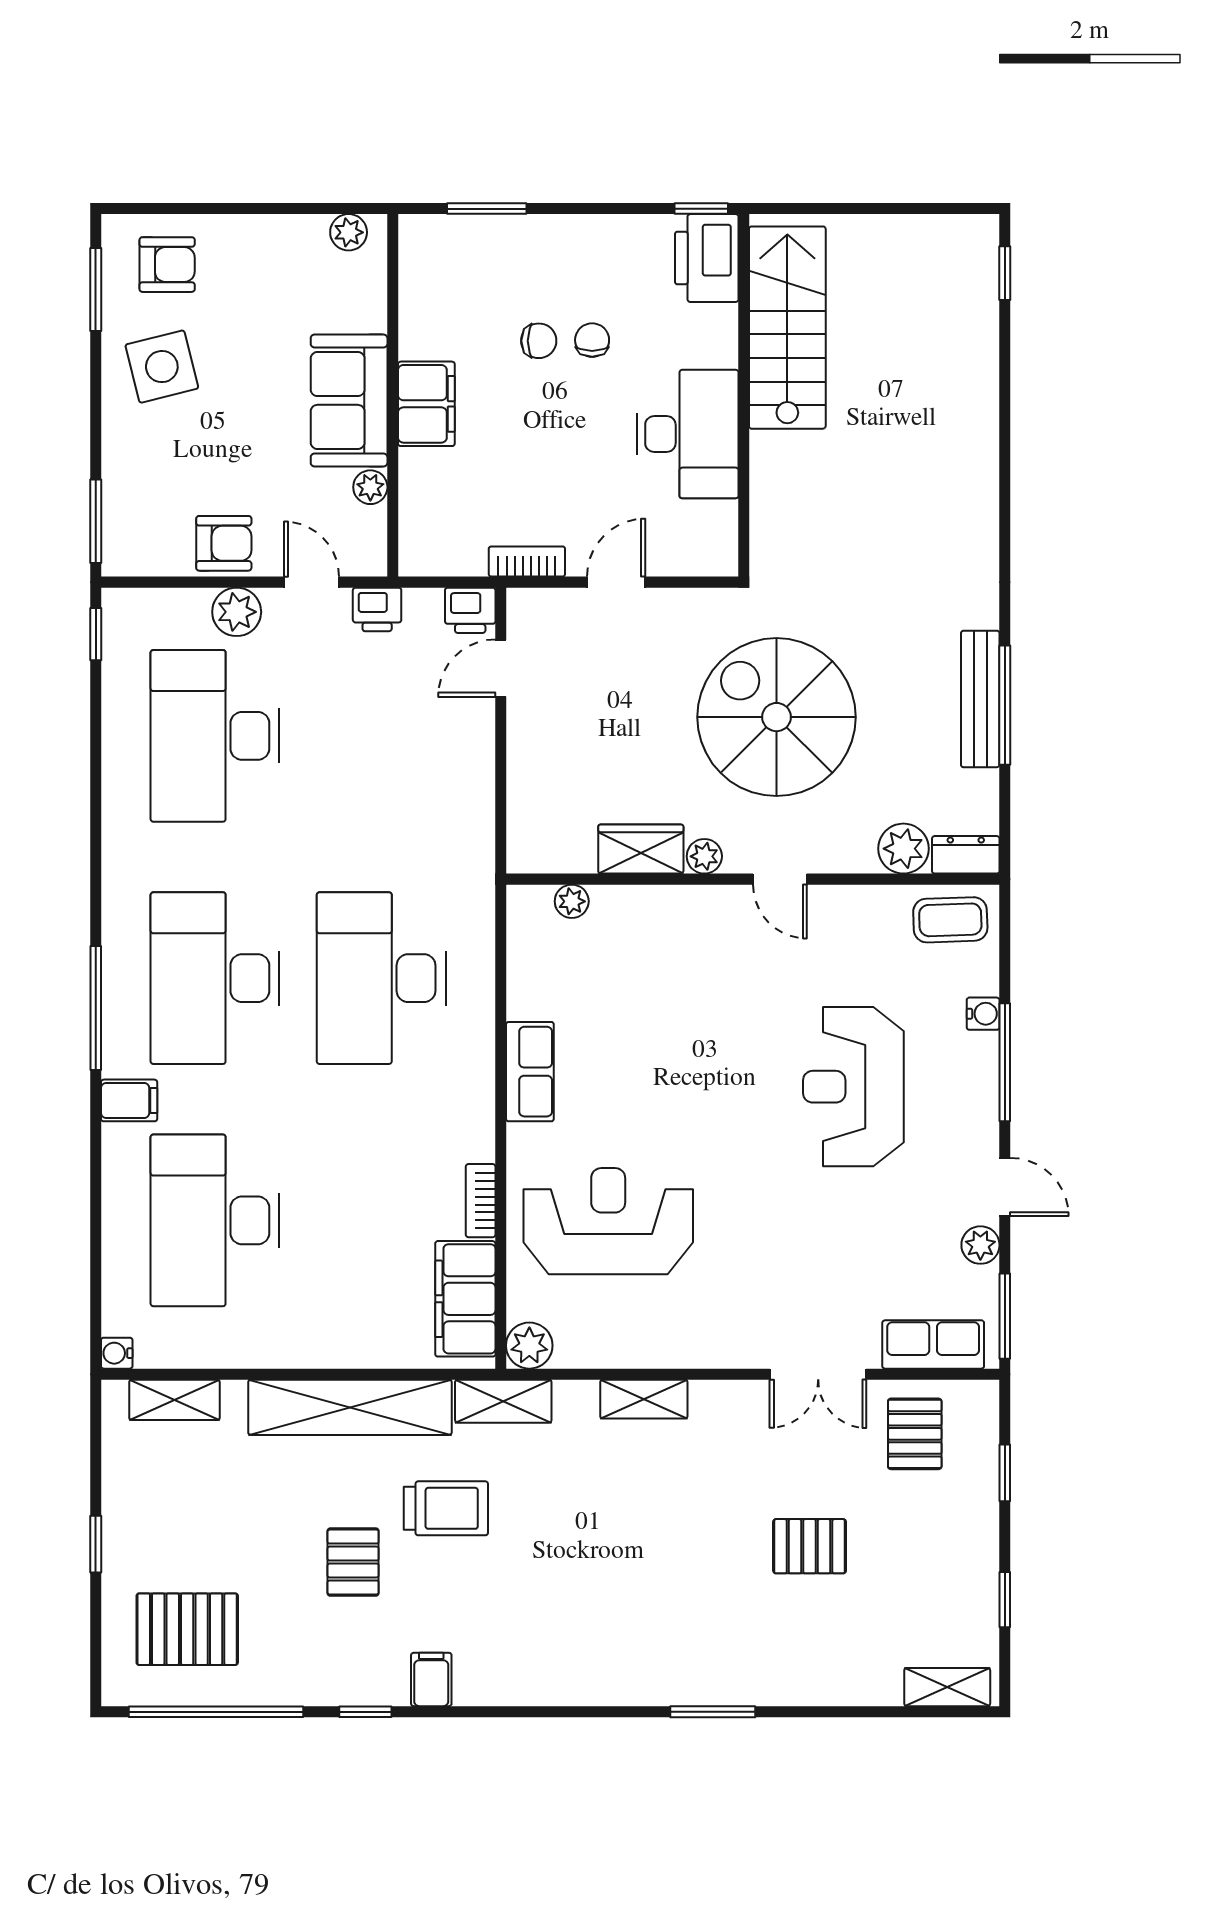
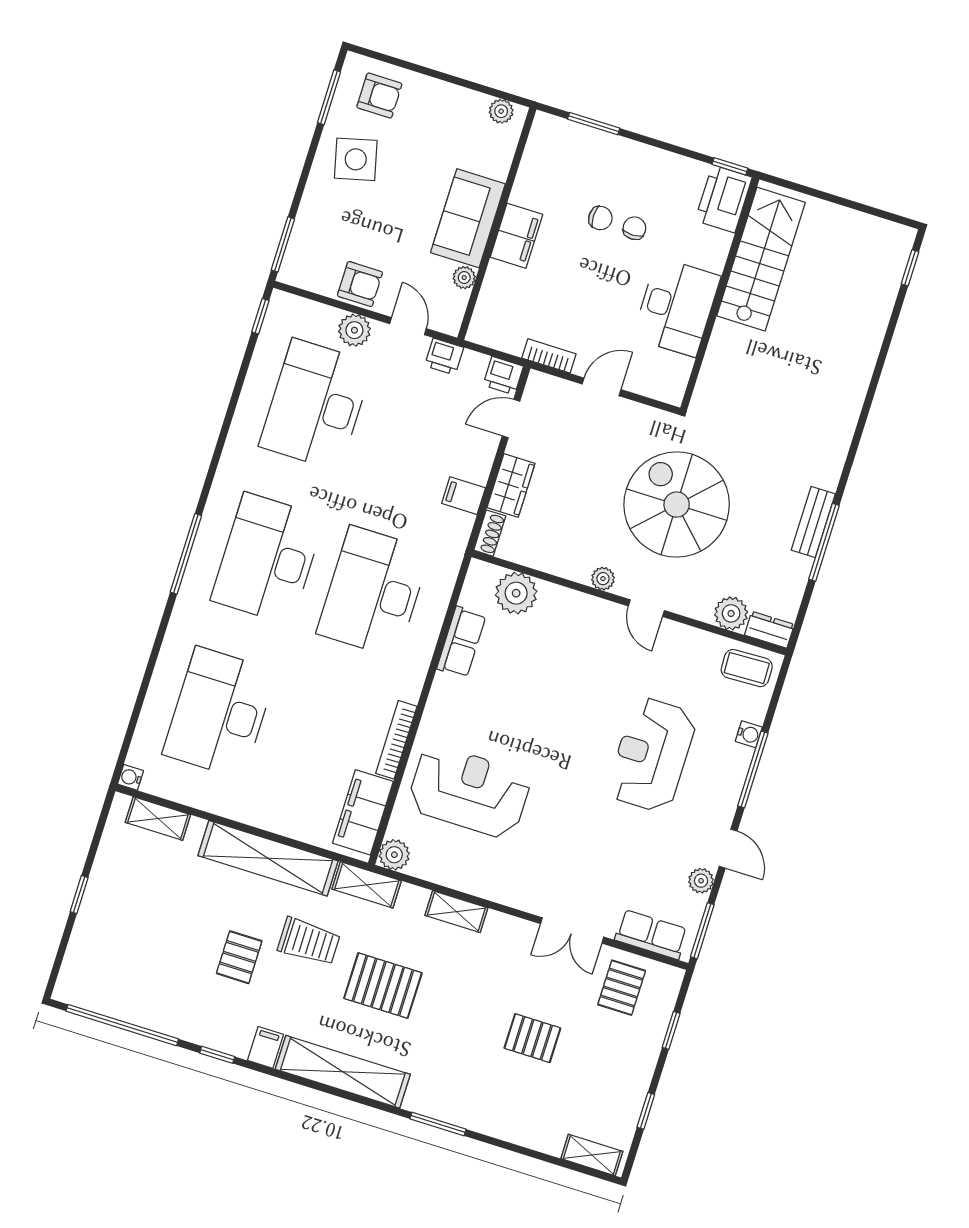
bench: (980, 699) -> (813, 522), width x0.73
shoe rack: (522, 842) -> (490, 533), added
wardrobe: (641, 849) -> (511, 485), moved, turned 90
plant: (572, 901) -> (516, 593), width x1.88, depth x1.88
row of seats: (530, 1072) -> (461, 642), moved
filing cabinet: (129, 1100) -> (464, 496), moved, turned 180
bookcase: (481, 1201) -> (396, 740), width x1.56
pallet: (187, 1629) -> (383, 986), moved
shelving: (553, 1680) -> (343, 1072), added

